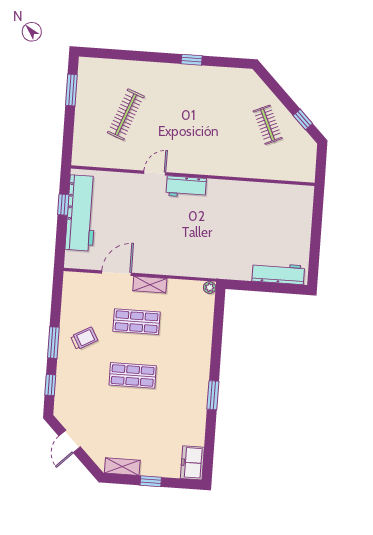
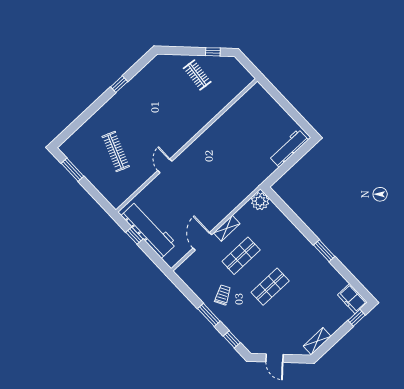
clothes rail: (268, 125) -> (197, 75), turned 30
workbench: (186, 187) -> (190, 155), removed
plant: (210, 288) -> (260, 201), width x1.87, depth x1.87
window: (151, 481) -> (357, 318), moved

